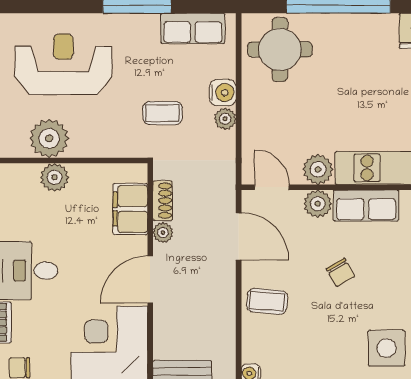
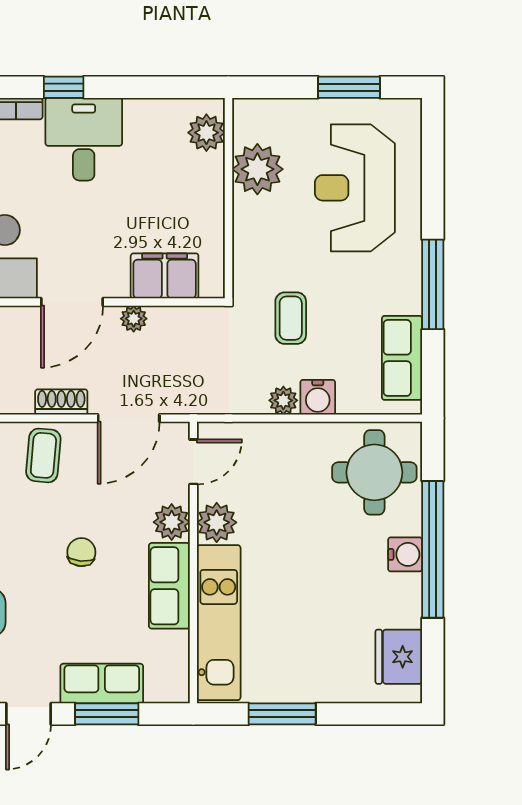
water cooler: (342, 26) -> (405, 554), added
reception desk: (63, 64) -> (355, 188), turned 180
plant: (54, 177) -> (206, 133), moved
shoe rack: (163, 201) -> (61, 402), moved, turned 180
chair: (341, 272) -> (81, 552), turned 125
door: (150, 279) -> (72, 302), swing flipped

